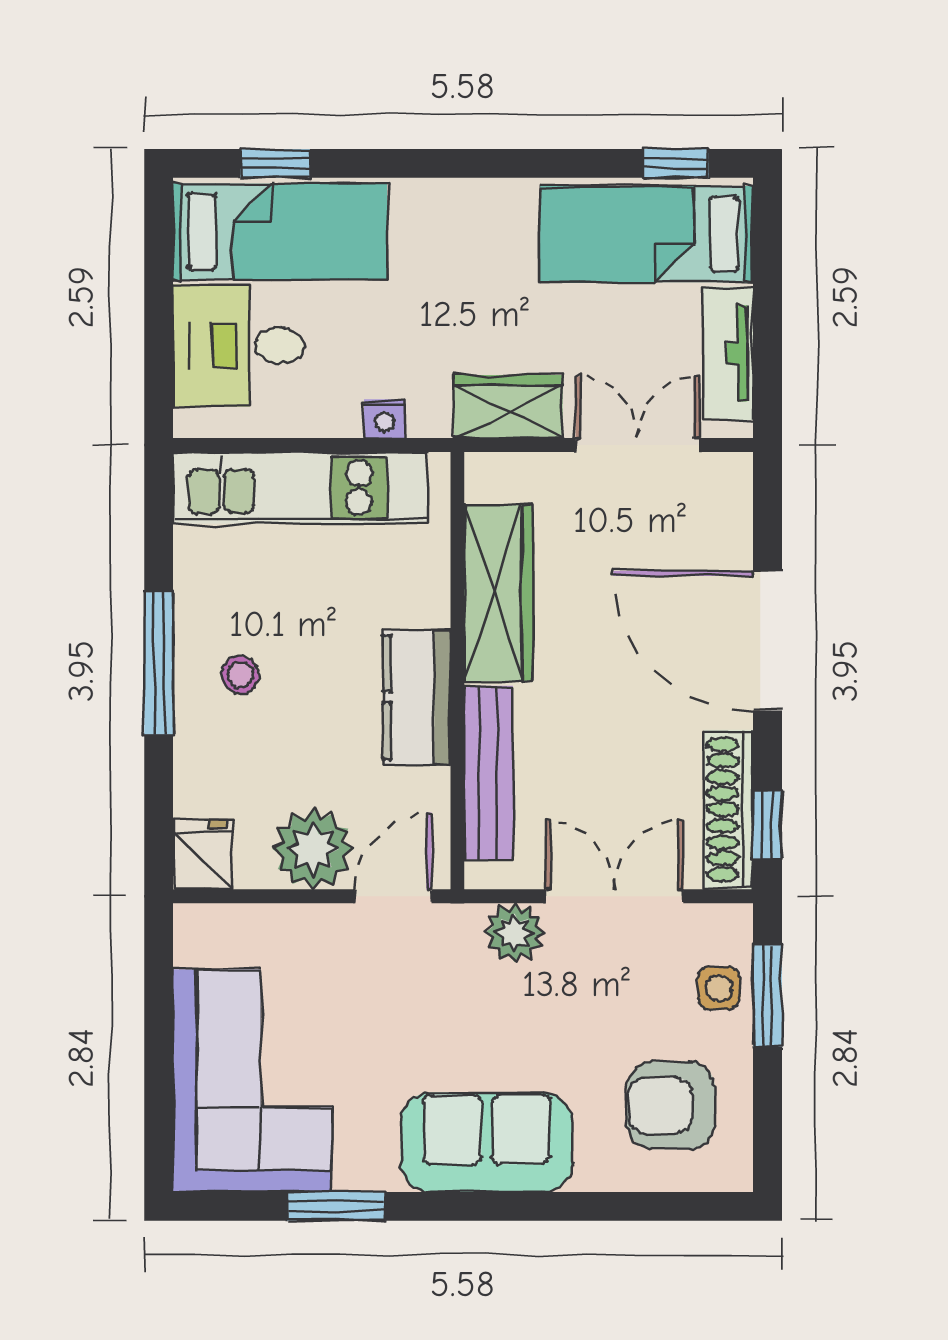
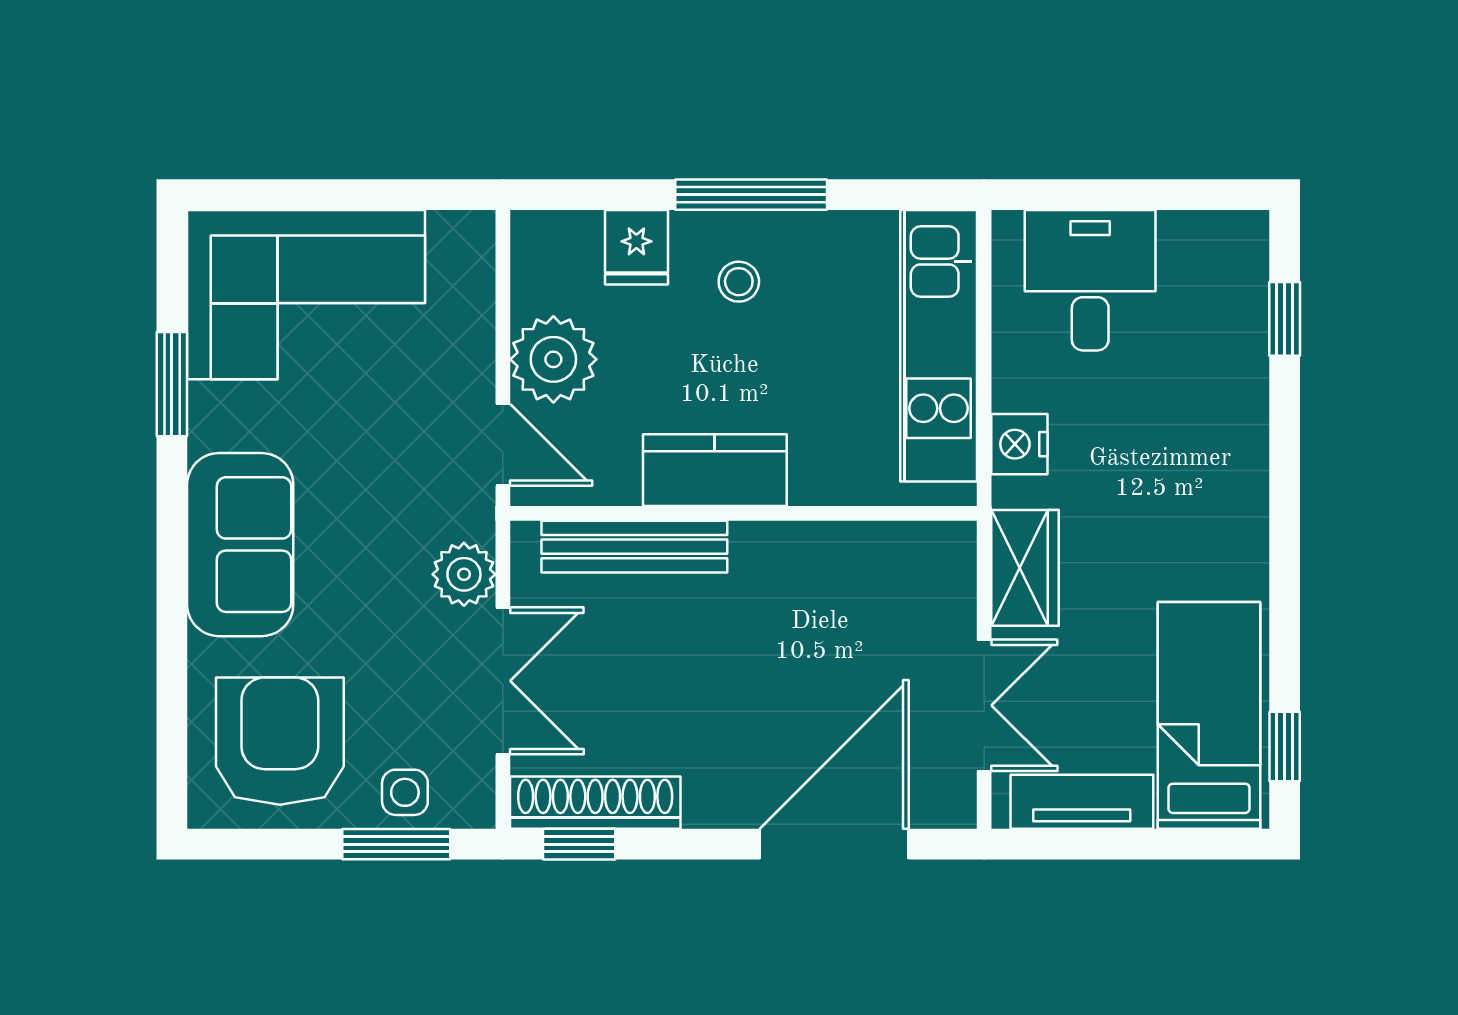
bed: (280, 232) -> (1212, 324), removed
nightstand: (385, 419) -> (1019, 444), width x1.39, depth x1.35
wardrobe: (498, 593) -> (826, 557), removed
door: (768, 641) -> (834, 844), moved
fridge: (203, 854) -> (636, 247), moved, turned 90
armchair: (671, 1105) -> (280, 741), width x1.36, depth x1.36

